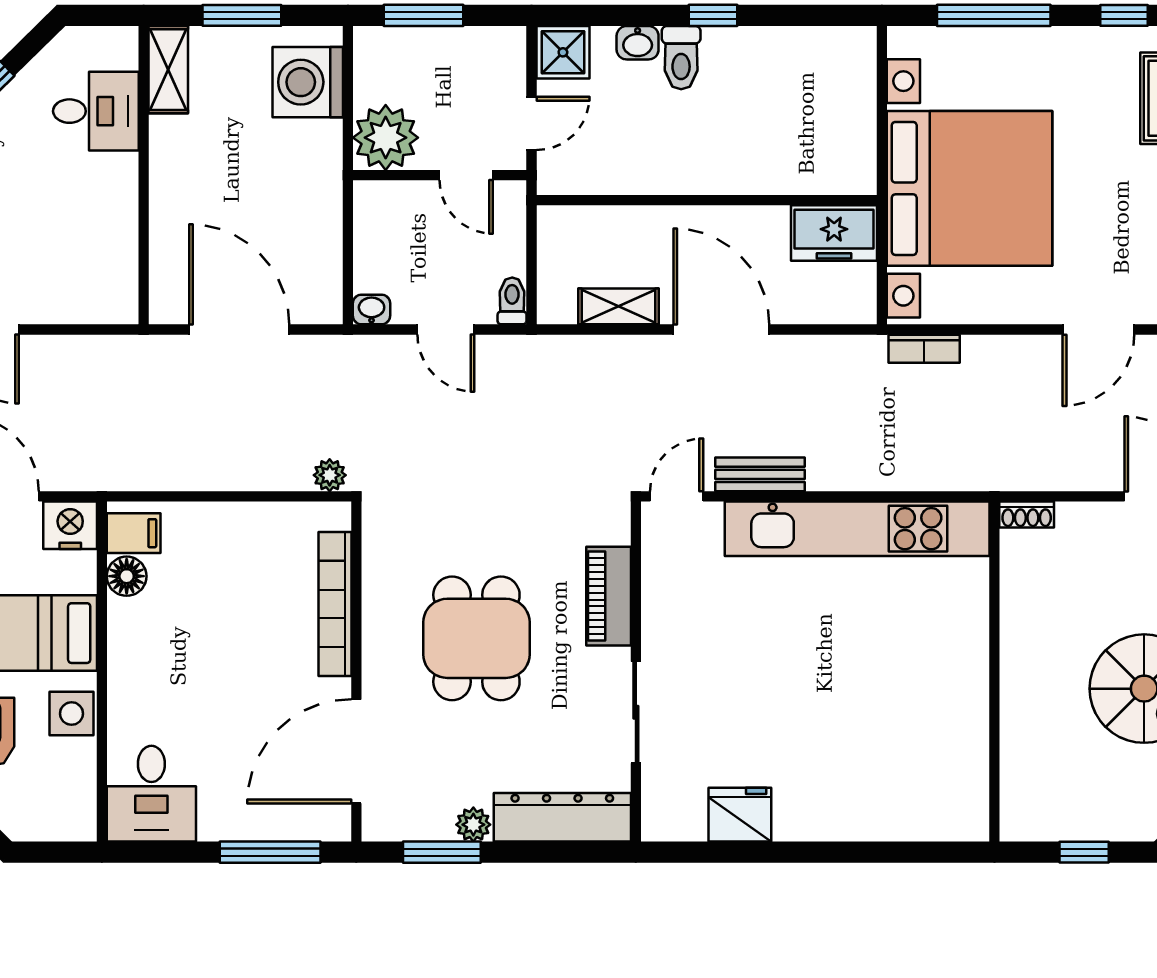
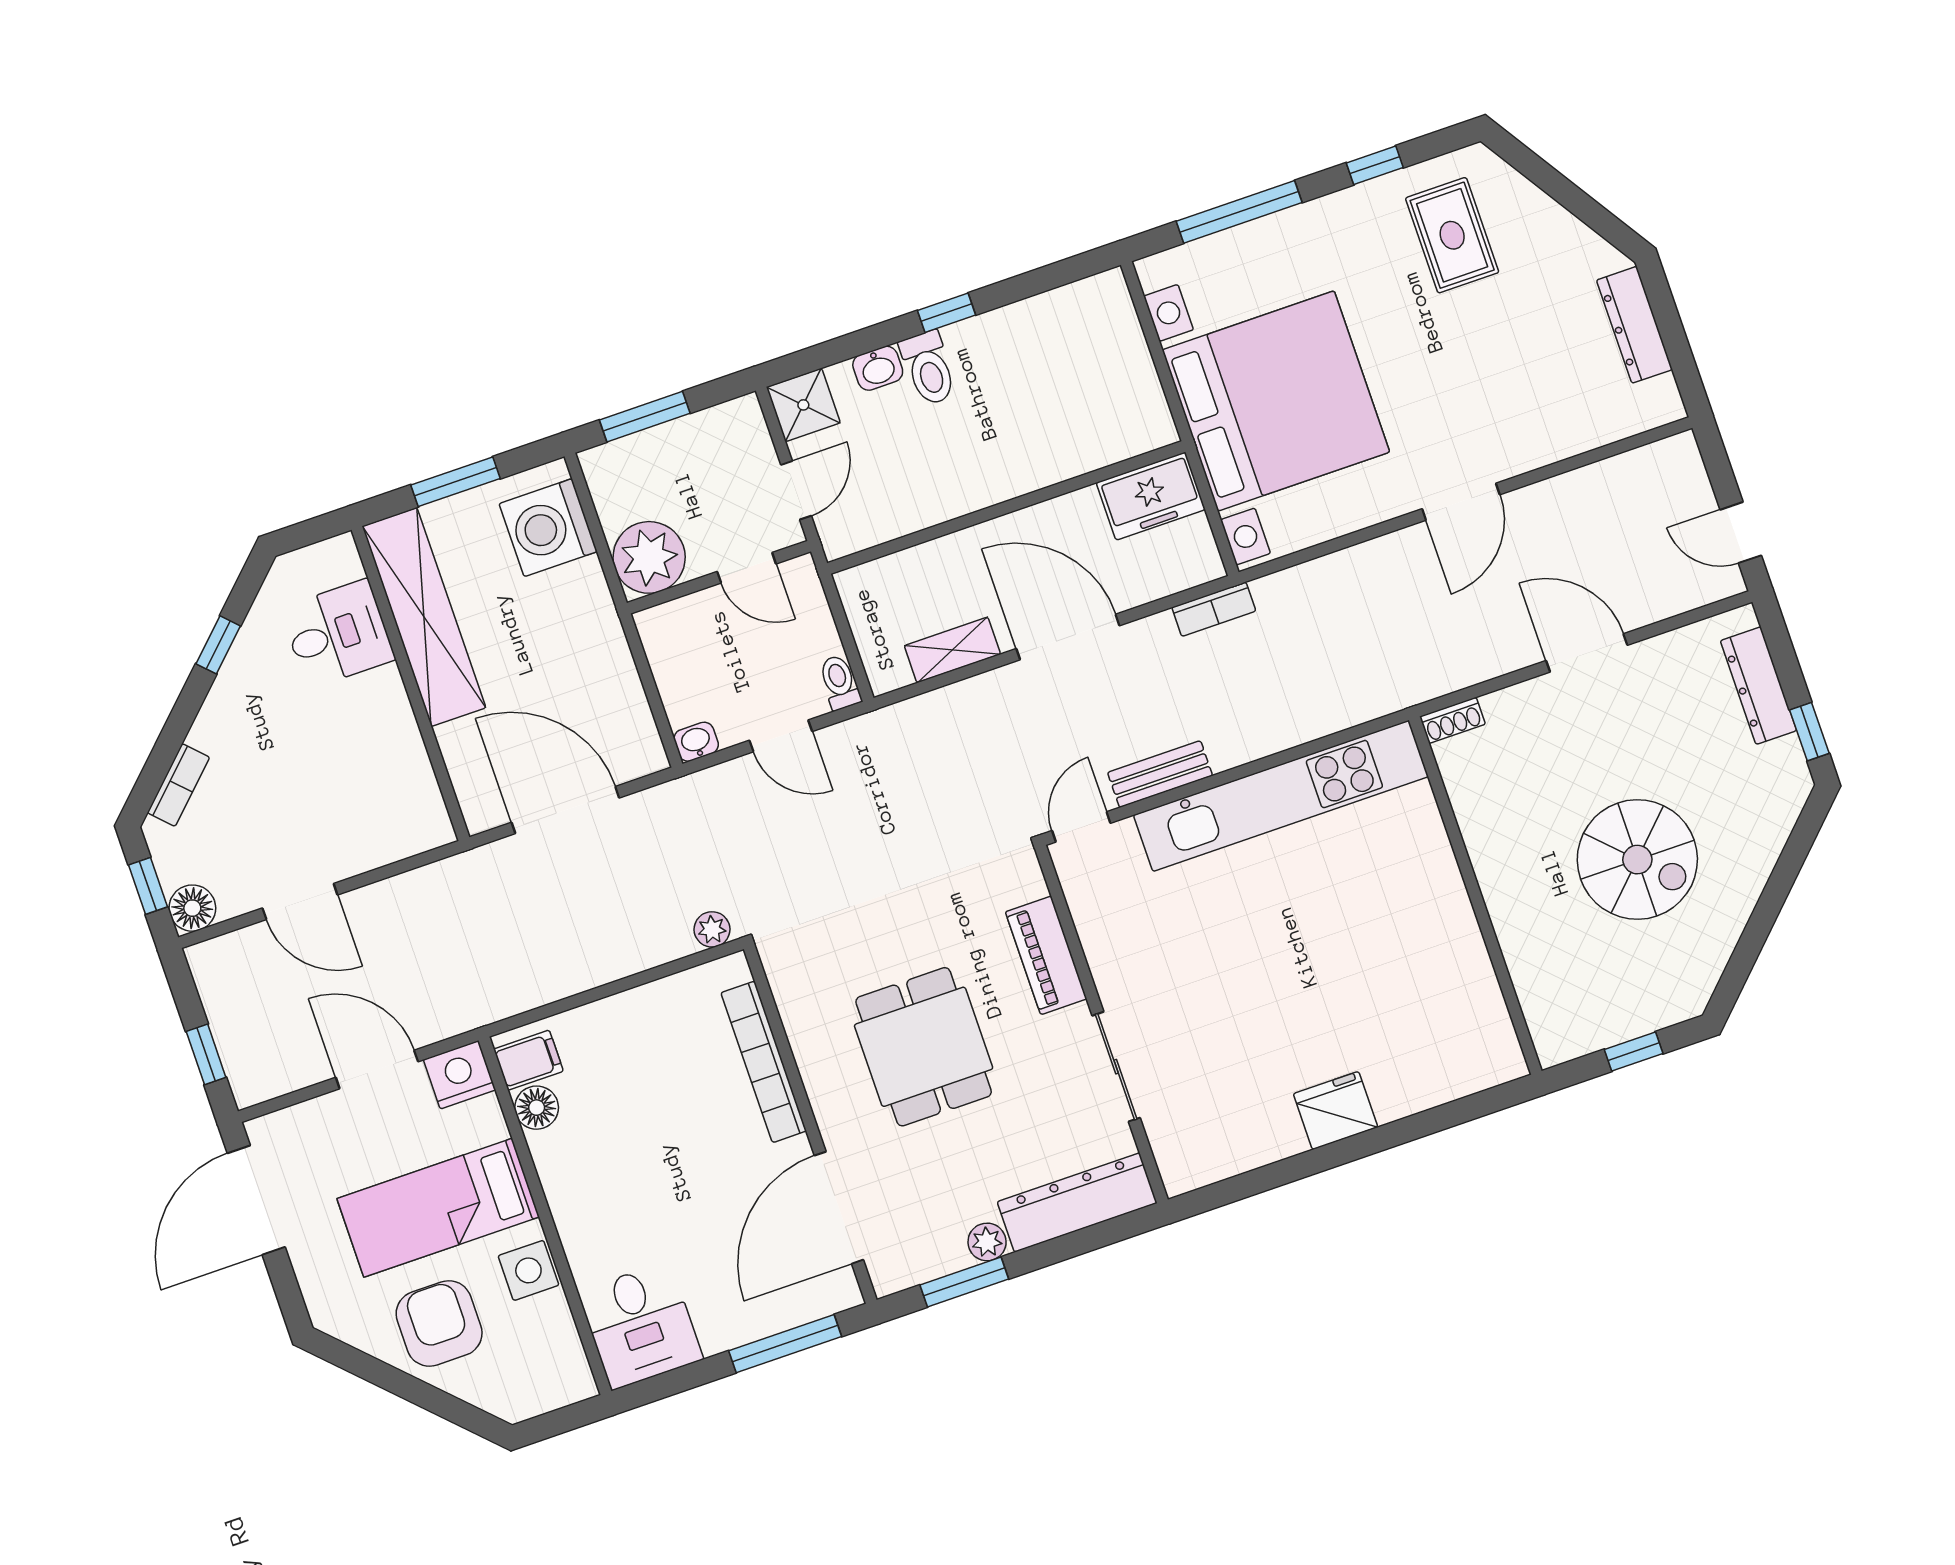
shelving: (168, 70) -> (424, 617), width x2.20, depth x1.33
bookcase: (924, 349) -> (1214, 609), moved
fridge: (740, 815) -> (1336, 1110), moved

